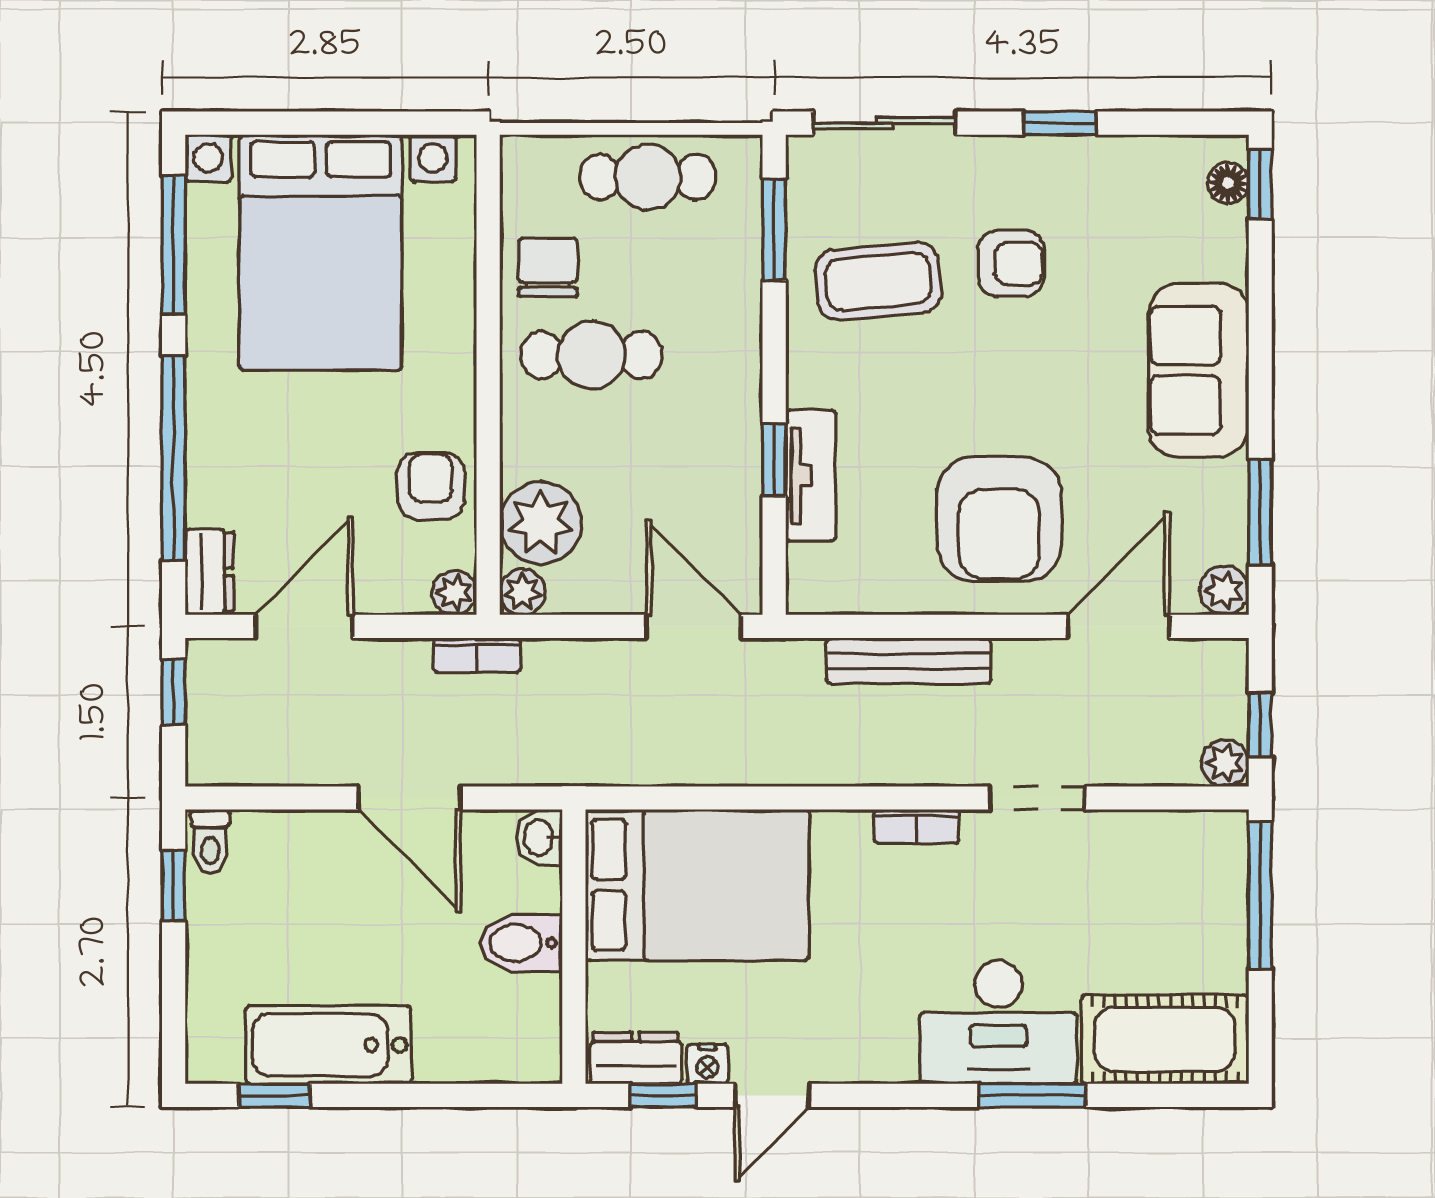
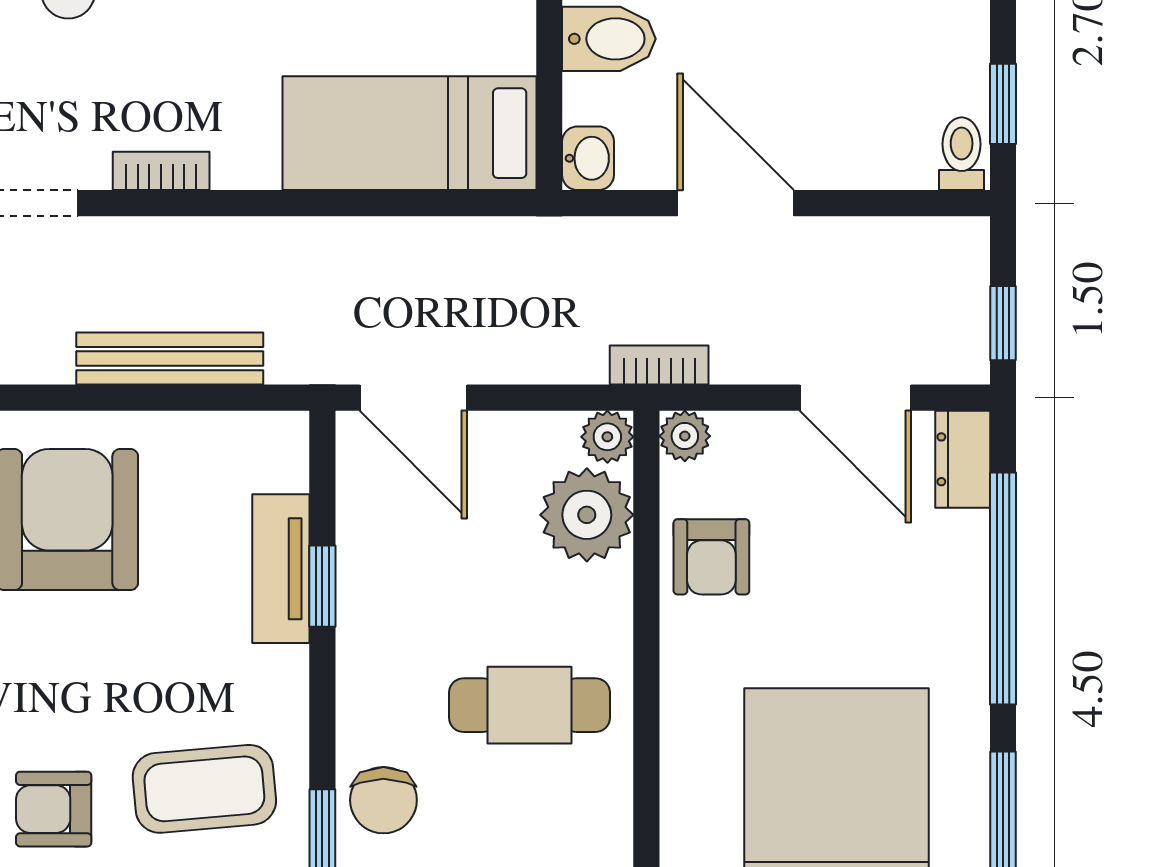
chair: (548, 267) -> (383, 800), moved
door: (304, 626) -> (855, 398), hinge flipped
bed: (697, 885) -> (409, 133), width x0.67

